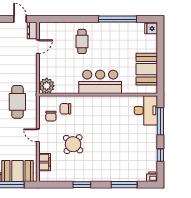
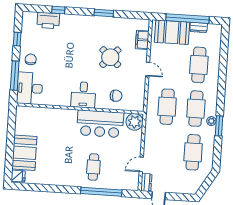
window: (117, 19) -> (101, 192), moved
booth: (147, 69) -> (24, 153), moved
bar counter: (100, 82) -> (100, 124), moved
desk: (96, 108) -> (83, 95), added
chair: (51, 116) -> (31, 59), moved
printer: (152, 177) -> (48, 20), moved, width x1.87, depth x1.48
window: (124, 185) -> (58, 10), width x0.46

